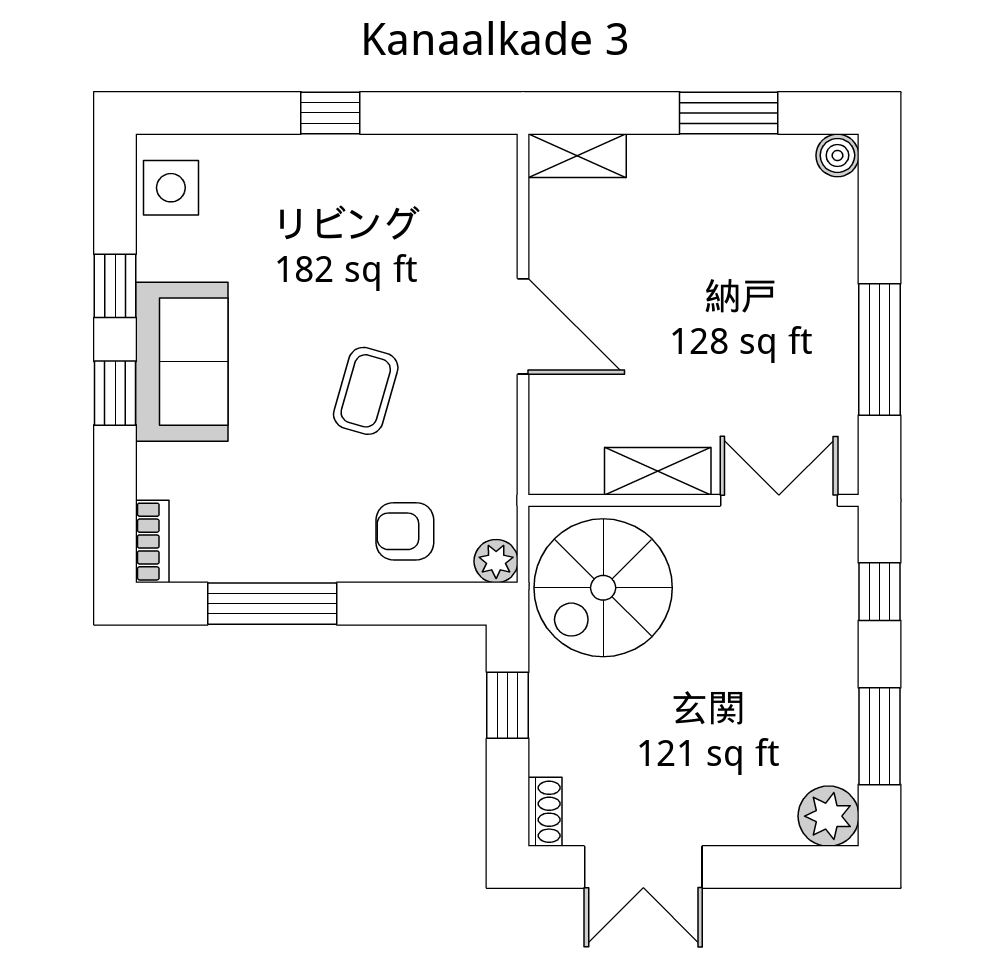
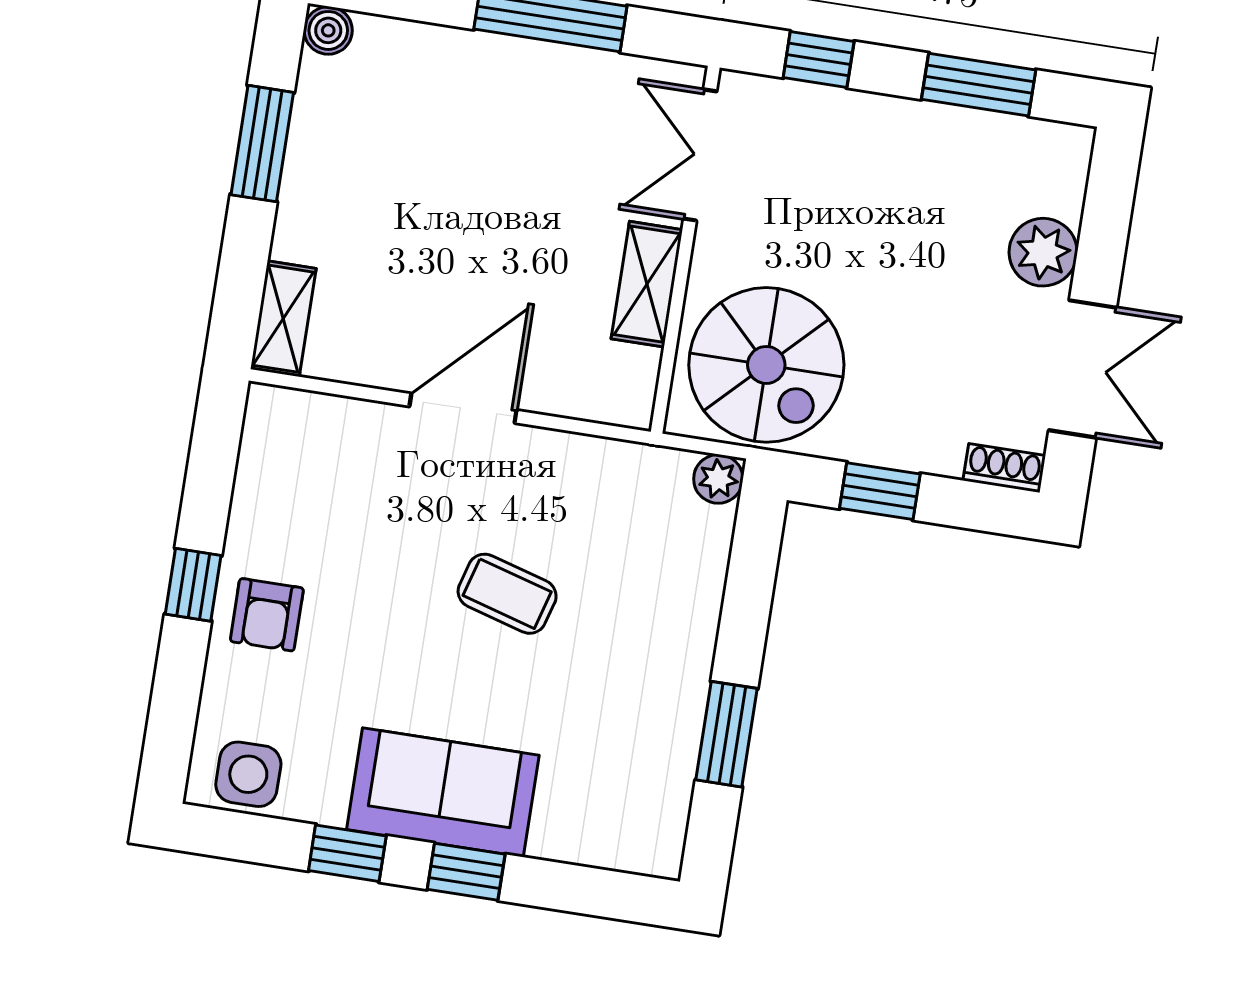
armchair: (405, 531) -> (267, 615), moved
bookcase: (152, 542) -> (637, 856), removed
window: (272, 604) -> (727, 734), width x0.69
plant: (829, 816) -> (1043, 252), moved

